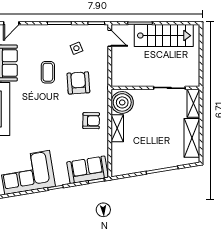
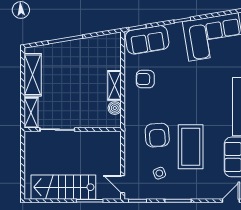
coffee table: (48, 72) -> (191, 147), width x1.86, depth x1.72
boiler: (122, 102) -> (115, 108), width x0.54, depth x0.54
armchair: (91, 121) -> (145, 79), moved

